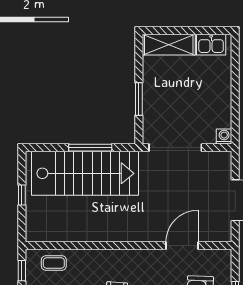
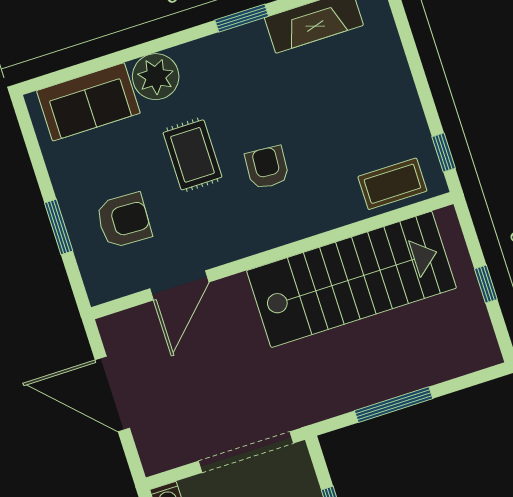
stairs: (85, 173) -> (351, 279), moved, turned 180
coffee table: (54, 263) -> (392, 184), width x1.36, depth x1.30

